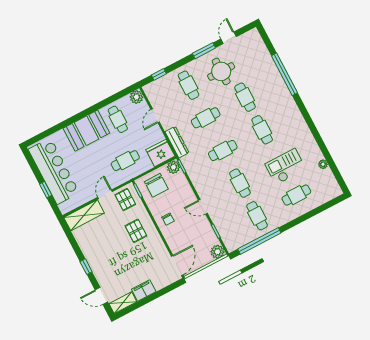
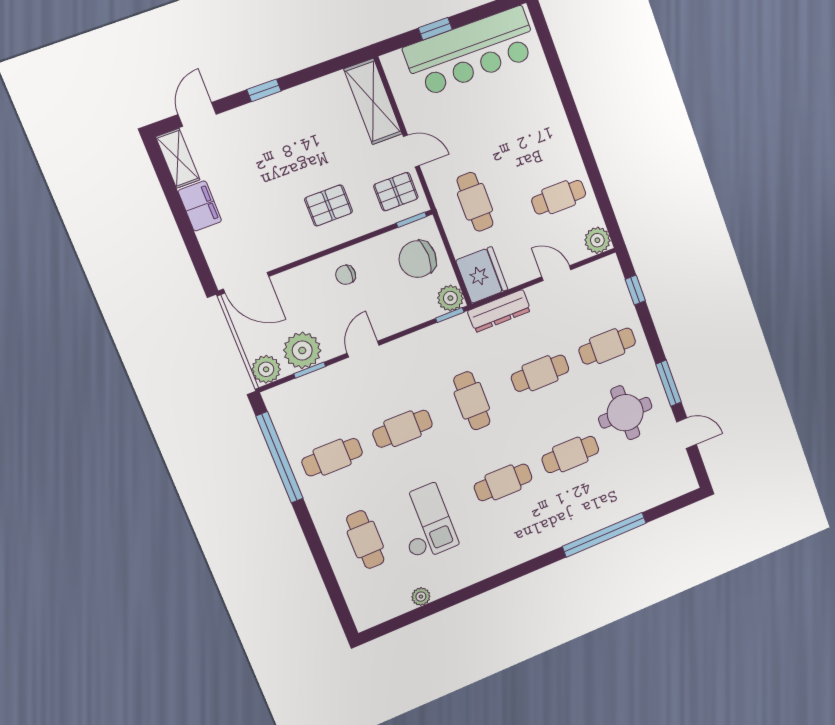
cafe table: (206, 118) -> (540, 373), turned 90
booth: (86, 131) -> (544, 131), removed
plant: (207, 236) -> (302, 350), added

